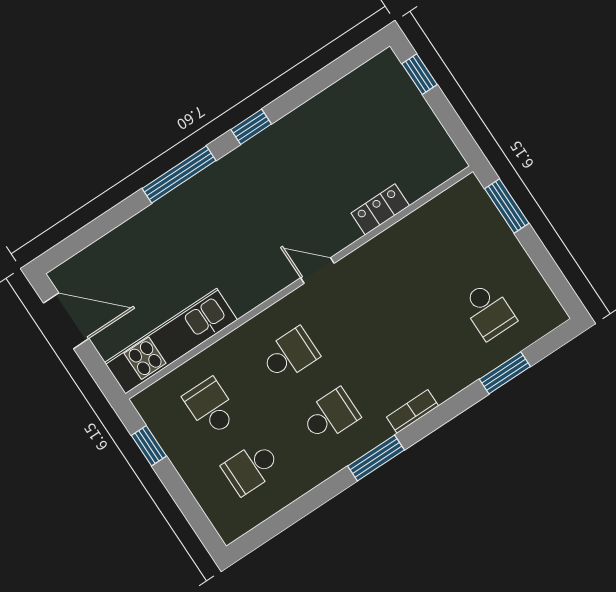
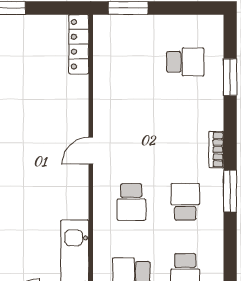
locker: (380, 209) -> (79, 44), moved, width x1.53
school desk: (290, 354) -> (131, 202), turned 180

